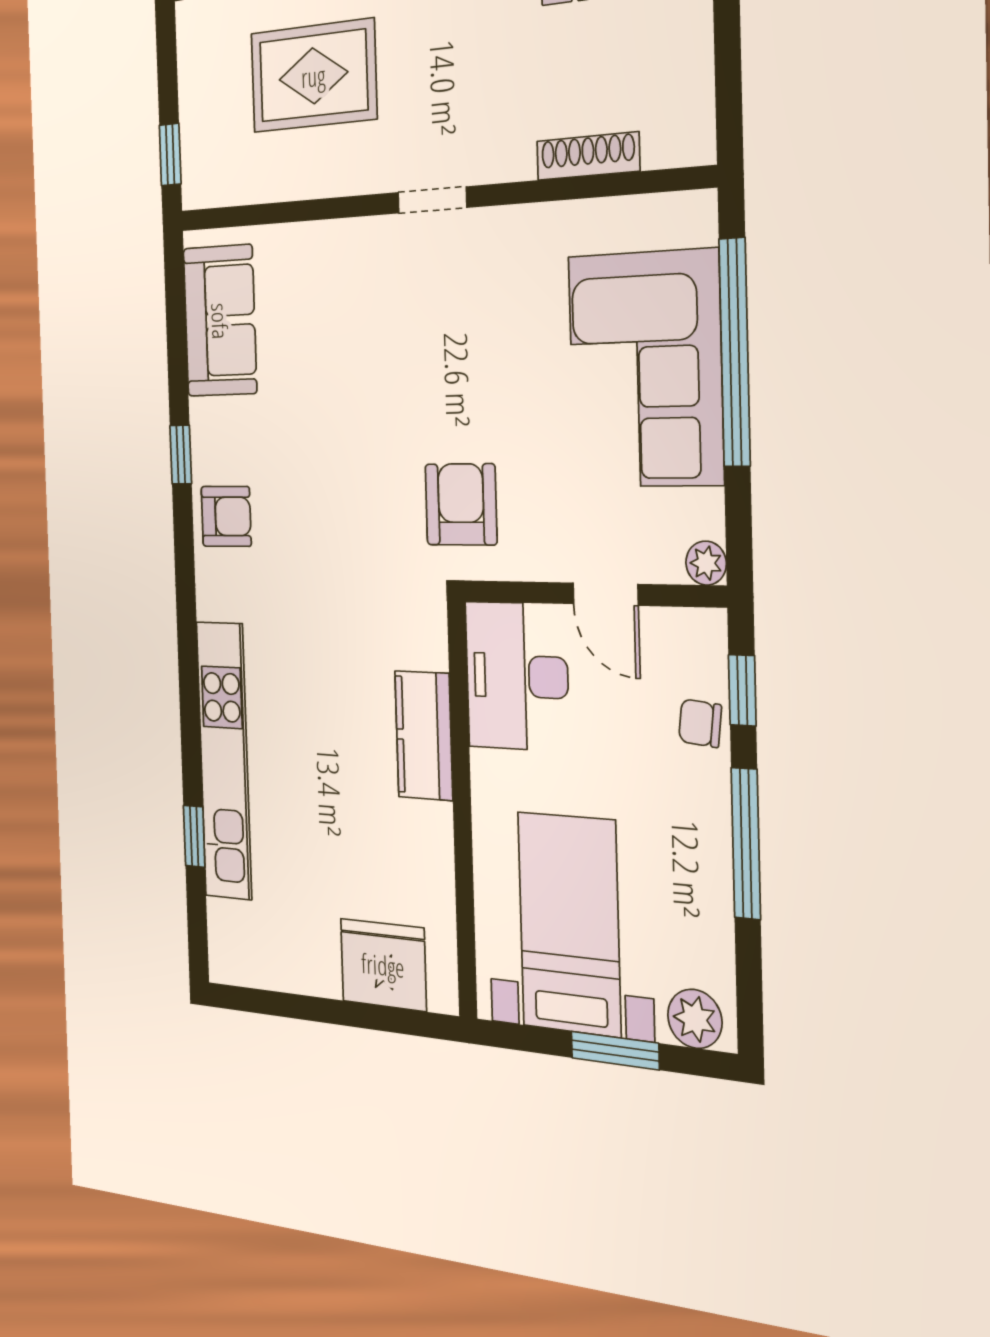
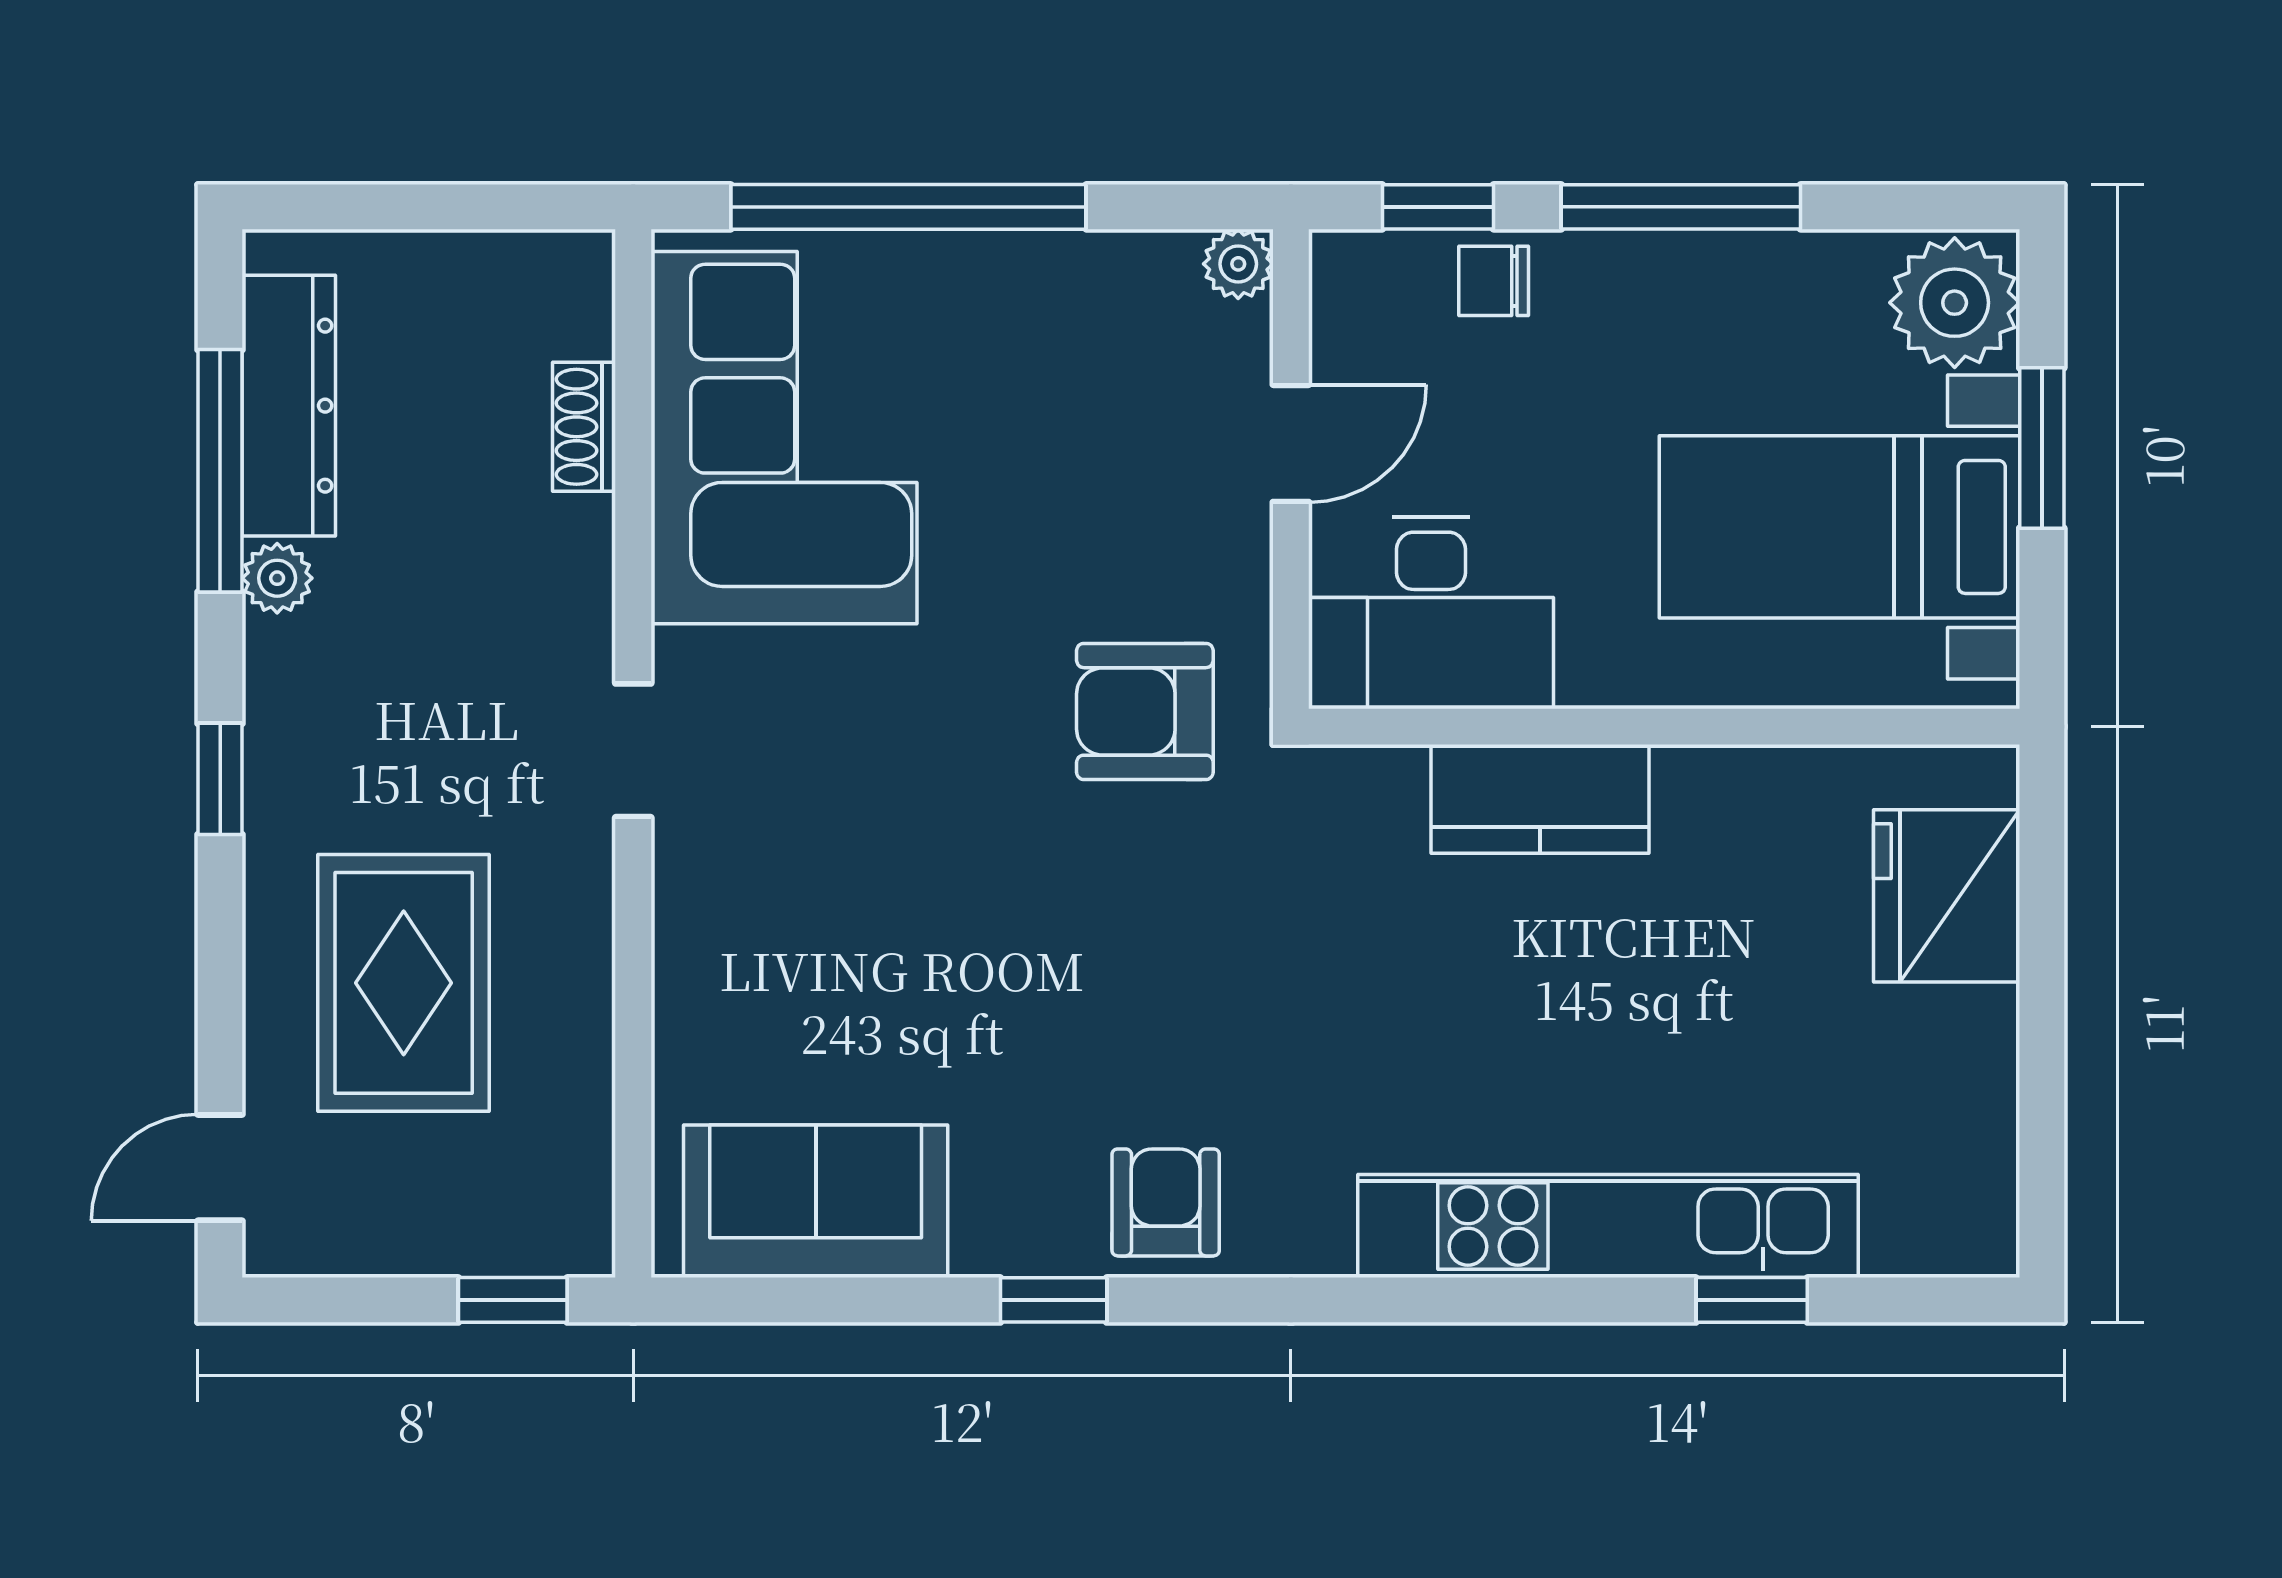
shoe rack: (588, 156) -> (584, 427), width x0.70
corner sofa: (645, 369) -> (784, 438), moved, turned -90
chair: (700, 723) -> (1494, 281), turned 84
plant: (695, 1019) -> (1955, 303), width x1.36, depth x1.36

